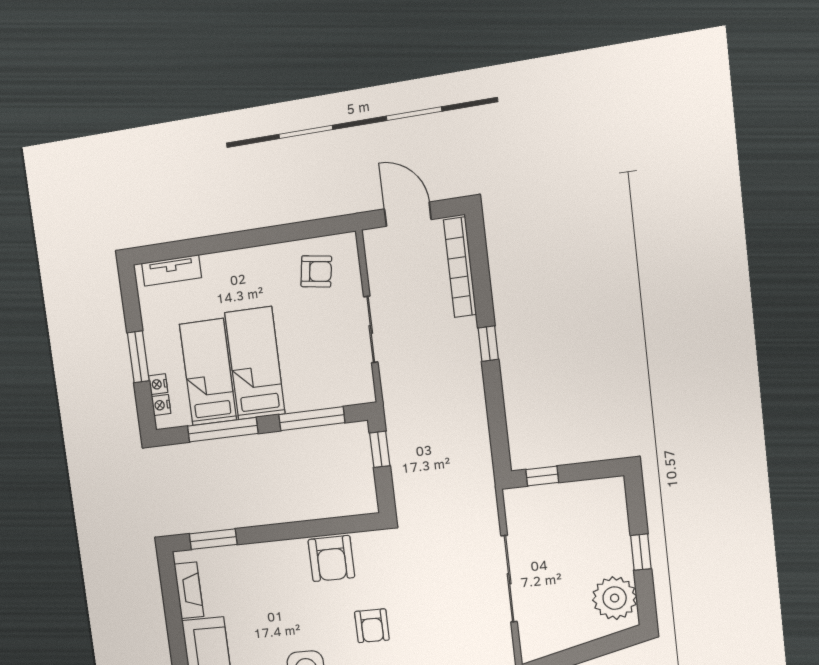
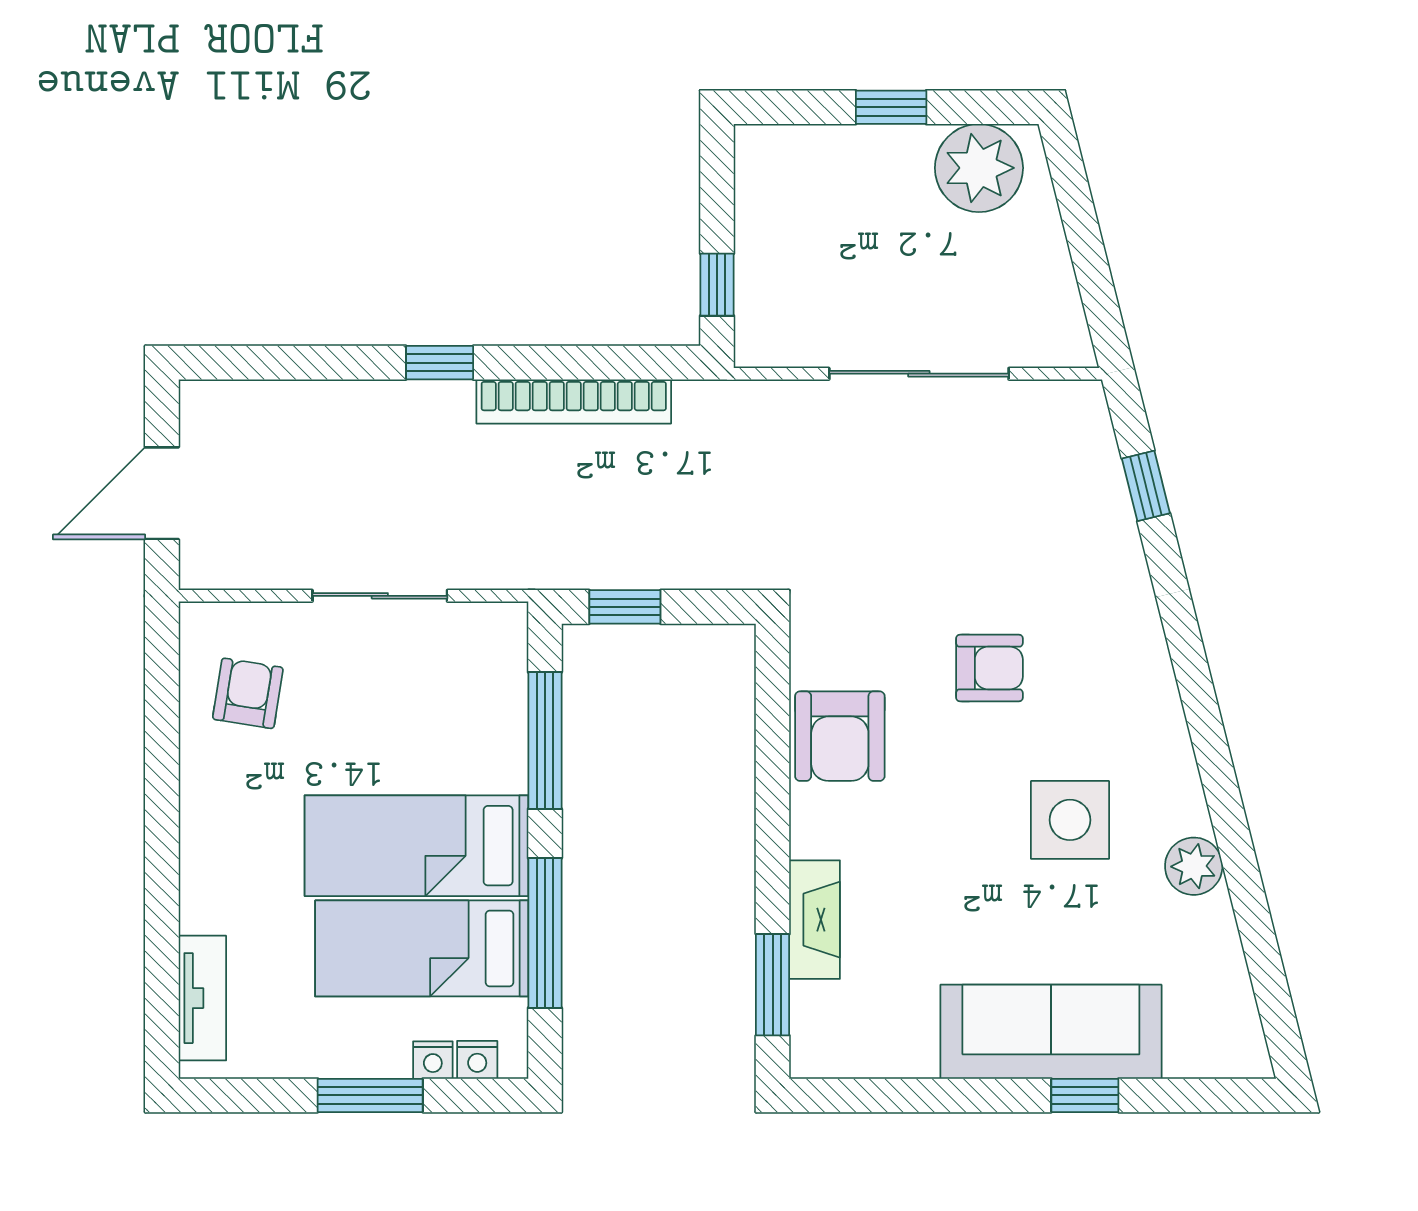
bookcase: (460, 267) -> (574, 401), moved
armchair: (331, 559) -> (840, 736), turned 90
fireplace: (189, 590) -> (815, 920), moved, turned 90

